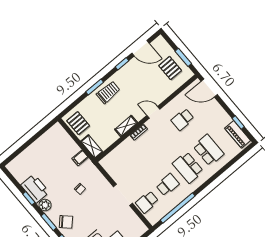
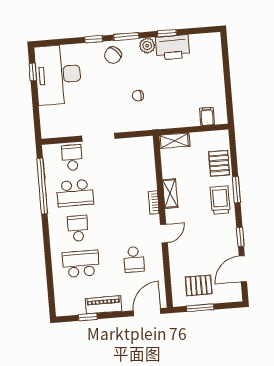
trolley: (108, 92) -> (220, 200), turned 180
school desk: (183, 119) -> (134, 259), turned 180
pallet: (78, 123) -> (219, 163), moved, turned 90
piano: (238, 134) -> (104, 305), moved
school desk: (208, 150) -> (81, 264), turned 180
filing cabinet: (80, 158) -> (207, 116), moved
school desk: (188, 167) -> (78, 228), width x0.54
school desk: (168, 185) -> (75, 193), width x1.85

